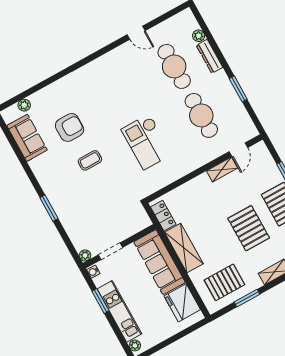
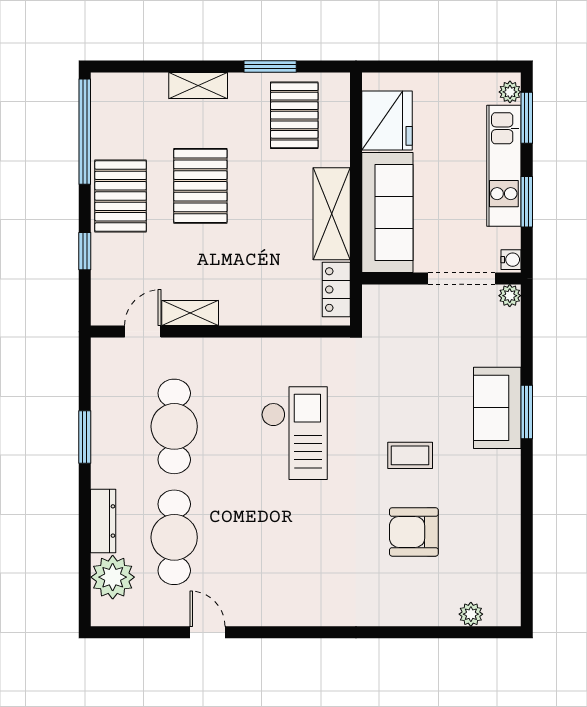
plant: (199, 36) -> (113, 577), width x1.87, depth x1.87
sofa: (27, 138) -> (497, 408), moved
doorway: (111, 251) -> (462, 279), width x1.38
pallet: (224, 282) -> (294, 115), turned 90
window: (121, 338) -> (527, 118), added

